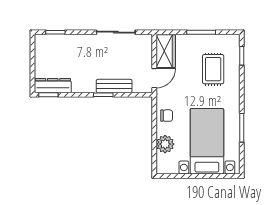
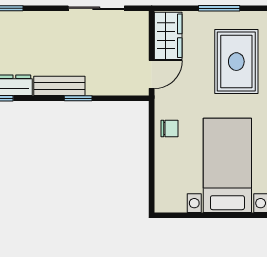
rug: (213, 69) -> (236, 62), width x1.36, depth x1.43
bench: (114, 86) -> (59, 86), moved
plant: (165, 144) -> (167, 169), removed

